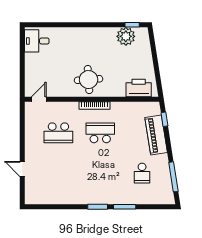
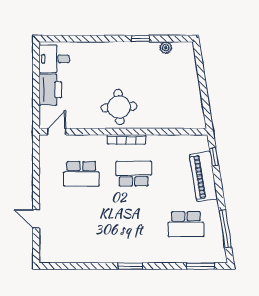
window: (132, 25) -> (141, 39), moved
plant: (126, 36) -> (166, 48), width x0.53, depth x0.53
printer: (139, 88) -> (50, 90), moved, turned 90
school desk: (142, 173) -> (186, 224), width x1.85
window: (125, 207) -> (201, 266), moved

